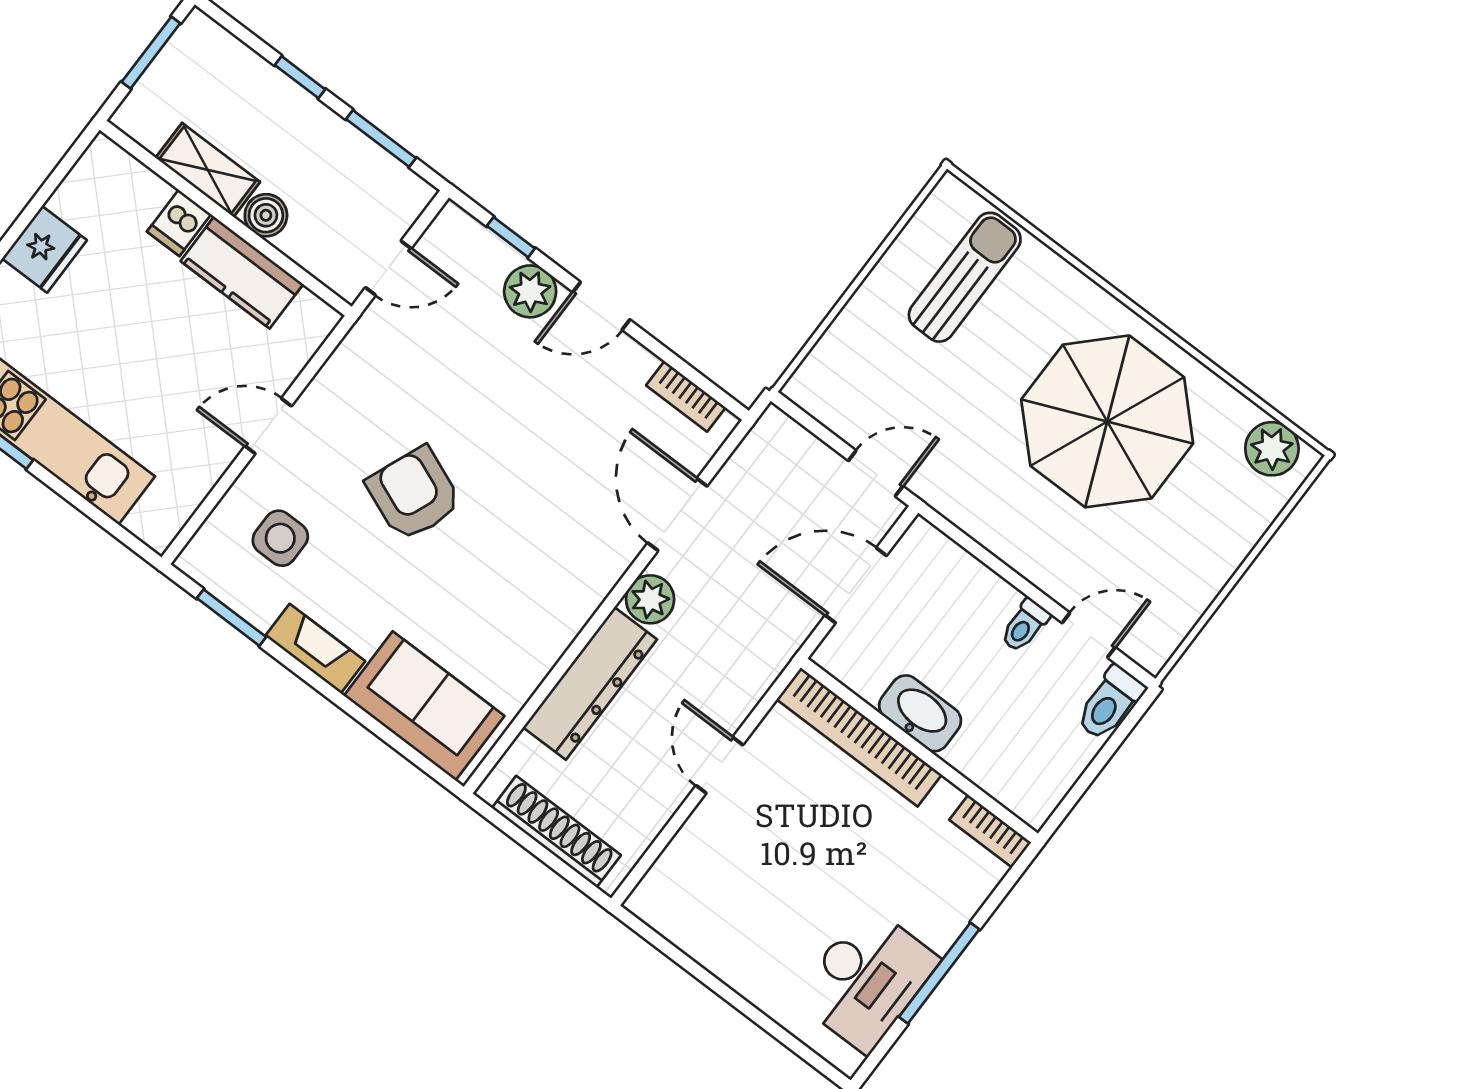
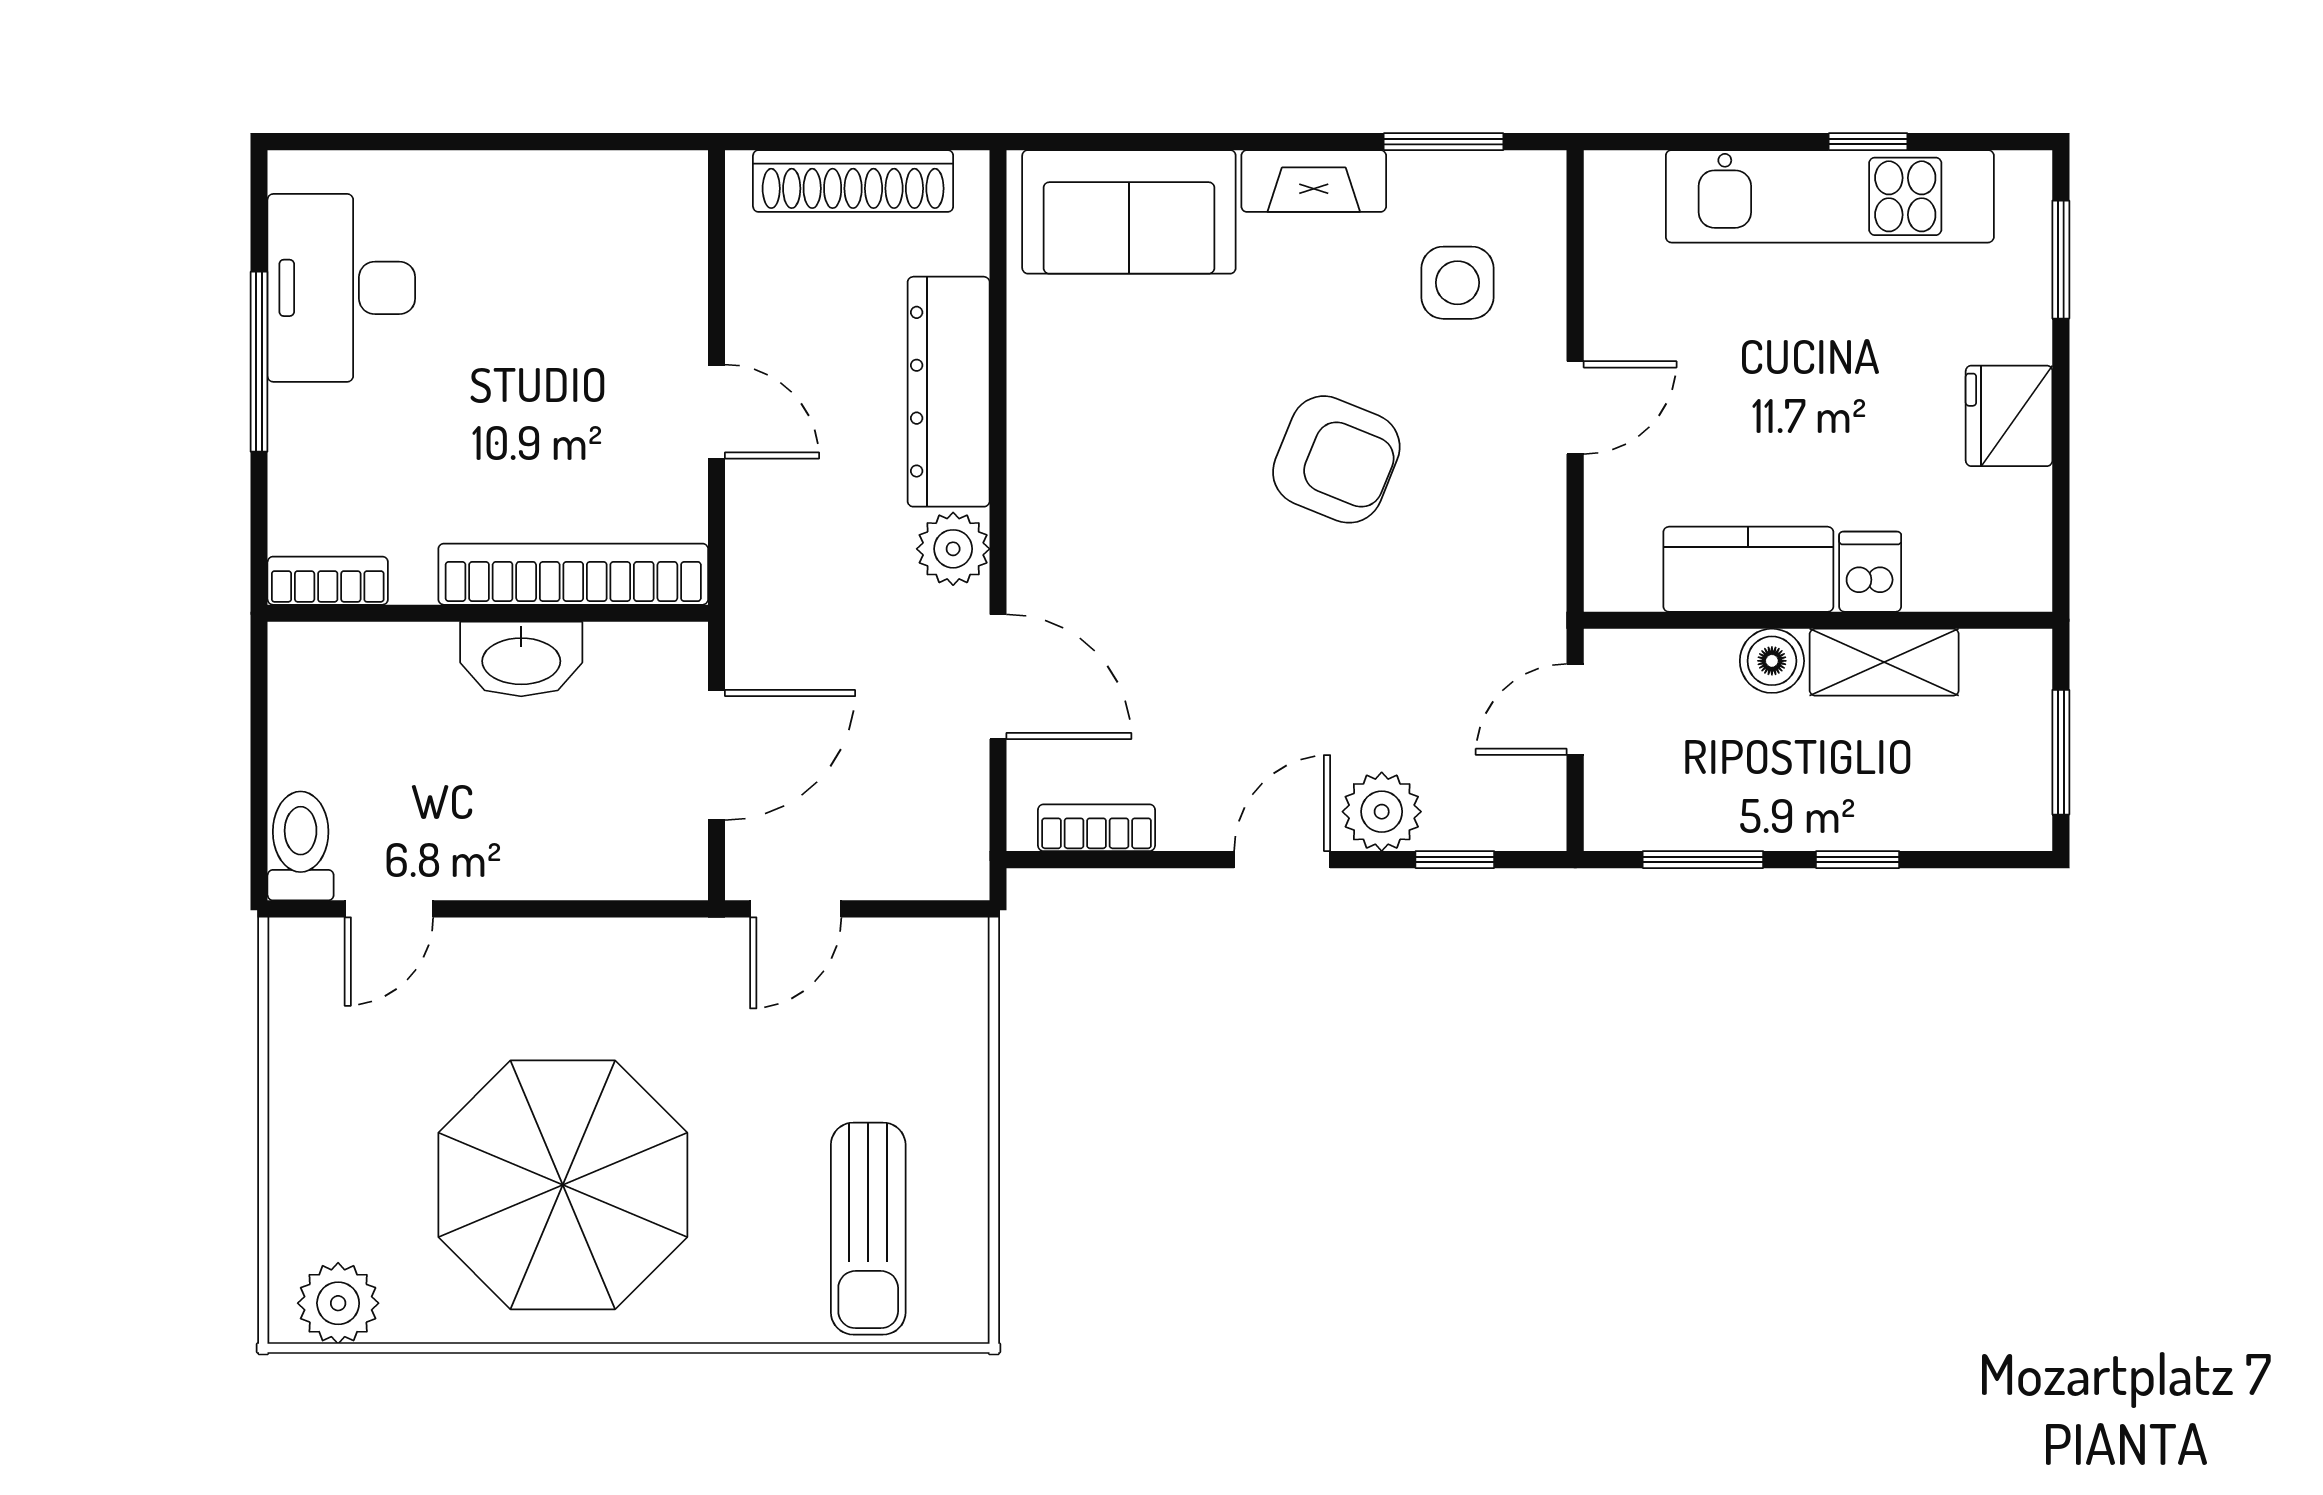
toilet: (1025, 626) -> (475, 862), removed

